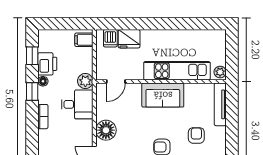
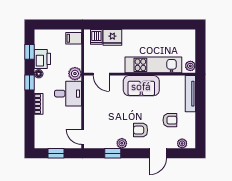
door: (116, 82) -> (101, 74), hinge flipped
floor lamp: (106, 130) -> (93, 116), removed
armchair: (196, 135) -> (170, 120), turned 90

